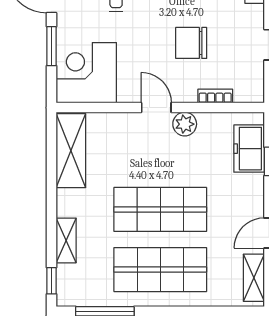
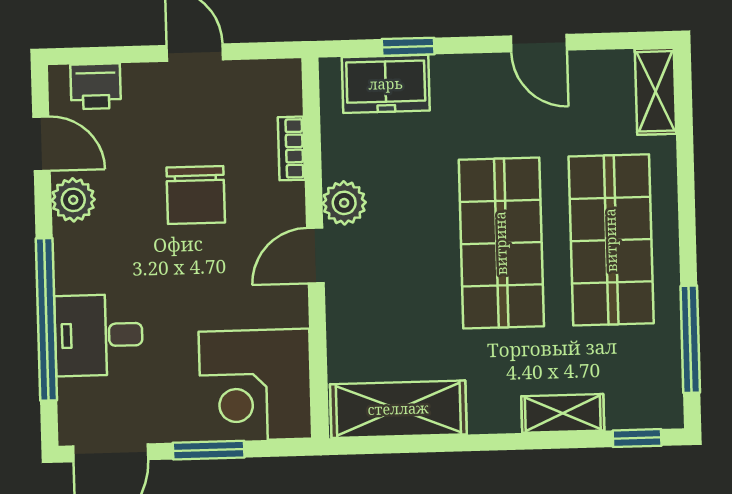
shelving: (254, 278) -> (655, 91), moved, turned 90

